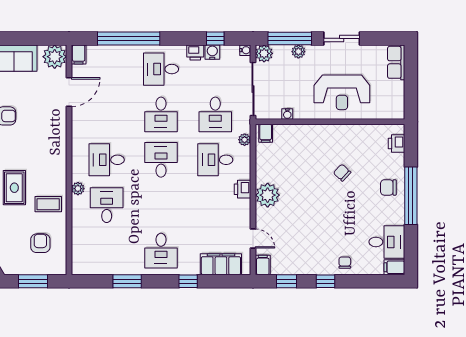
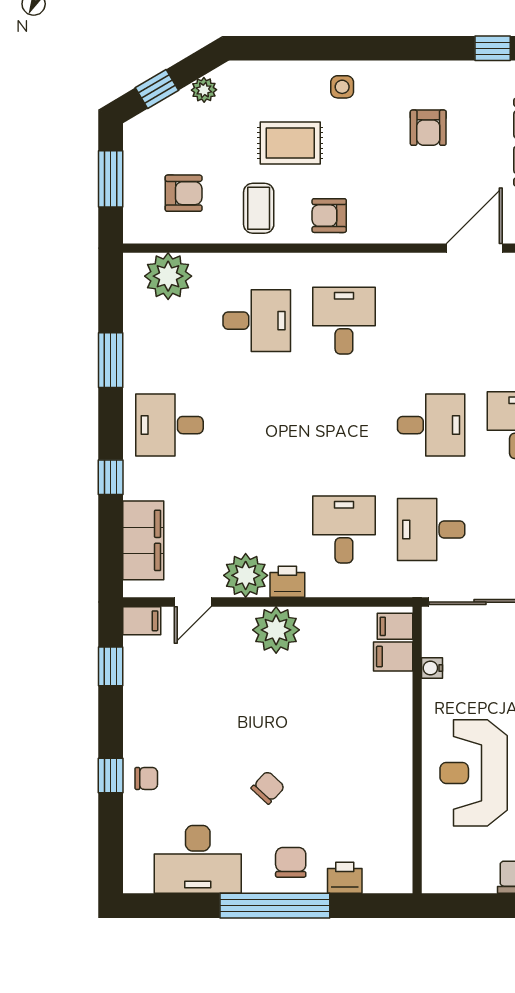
door: (69, 92) -> (474, 248), swing flipped
desk: (161, 114) -> (431, 425), turned 180
plant: (245, 140) -> (246, 575), moved, width x1.88, depth x1.88
printer: (396, 144) -> (345, 878), moved
desk: (161, 160) -> (344, 425), removed
armchair: (52, 167) -> (329, 216), added
chair: (342, 173) -> (268, 788), moved
plant: (78, 189) -> (168, 276), moved, width x1.87, depth x1.87
desk: (387, 242) -> (198, 859), width x1.37
filing cabinet: (394, 267) -> (393, 657), moved, turned -90
window: (326, 281) -> (111, 776), moved

